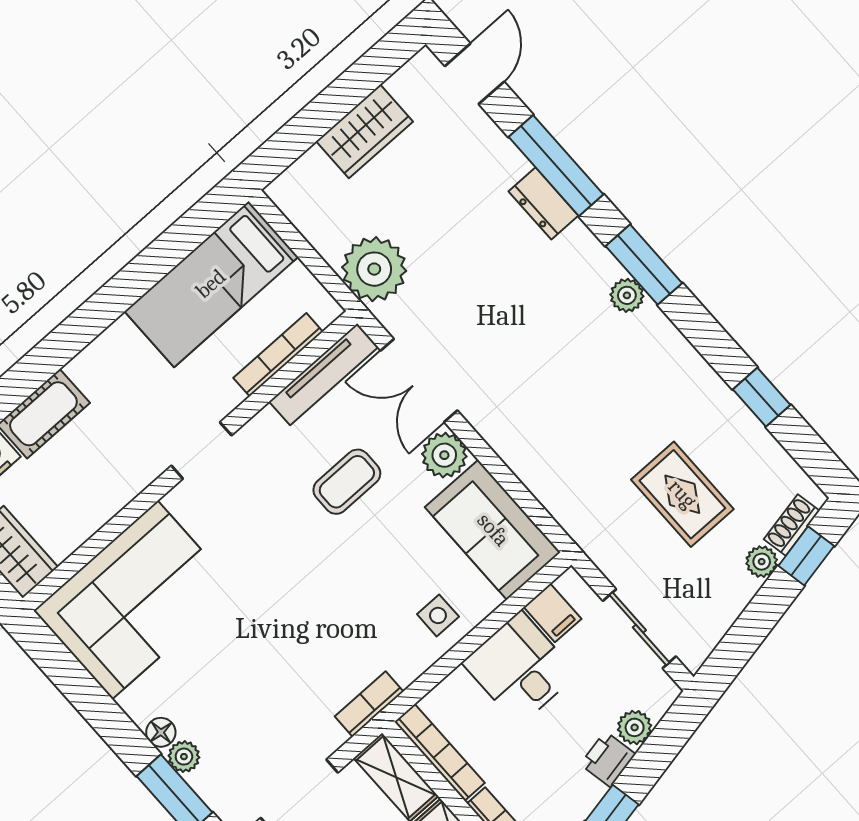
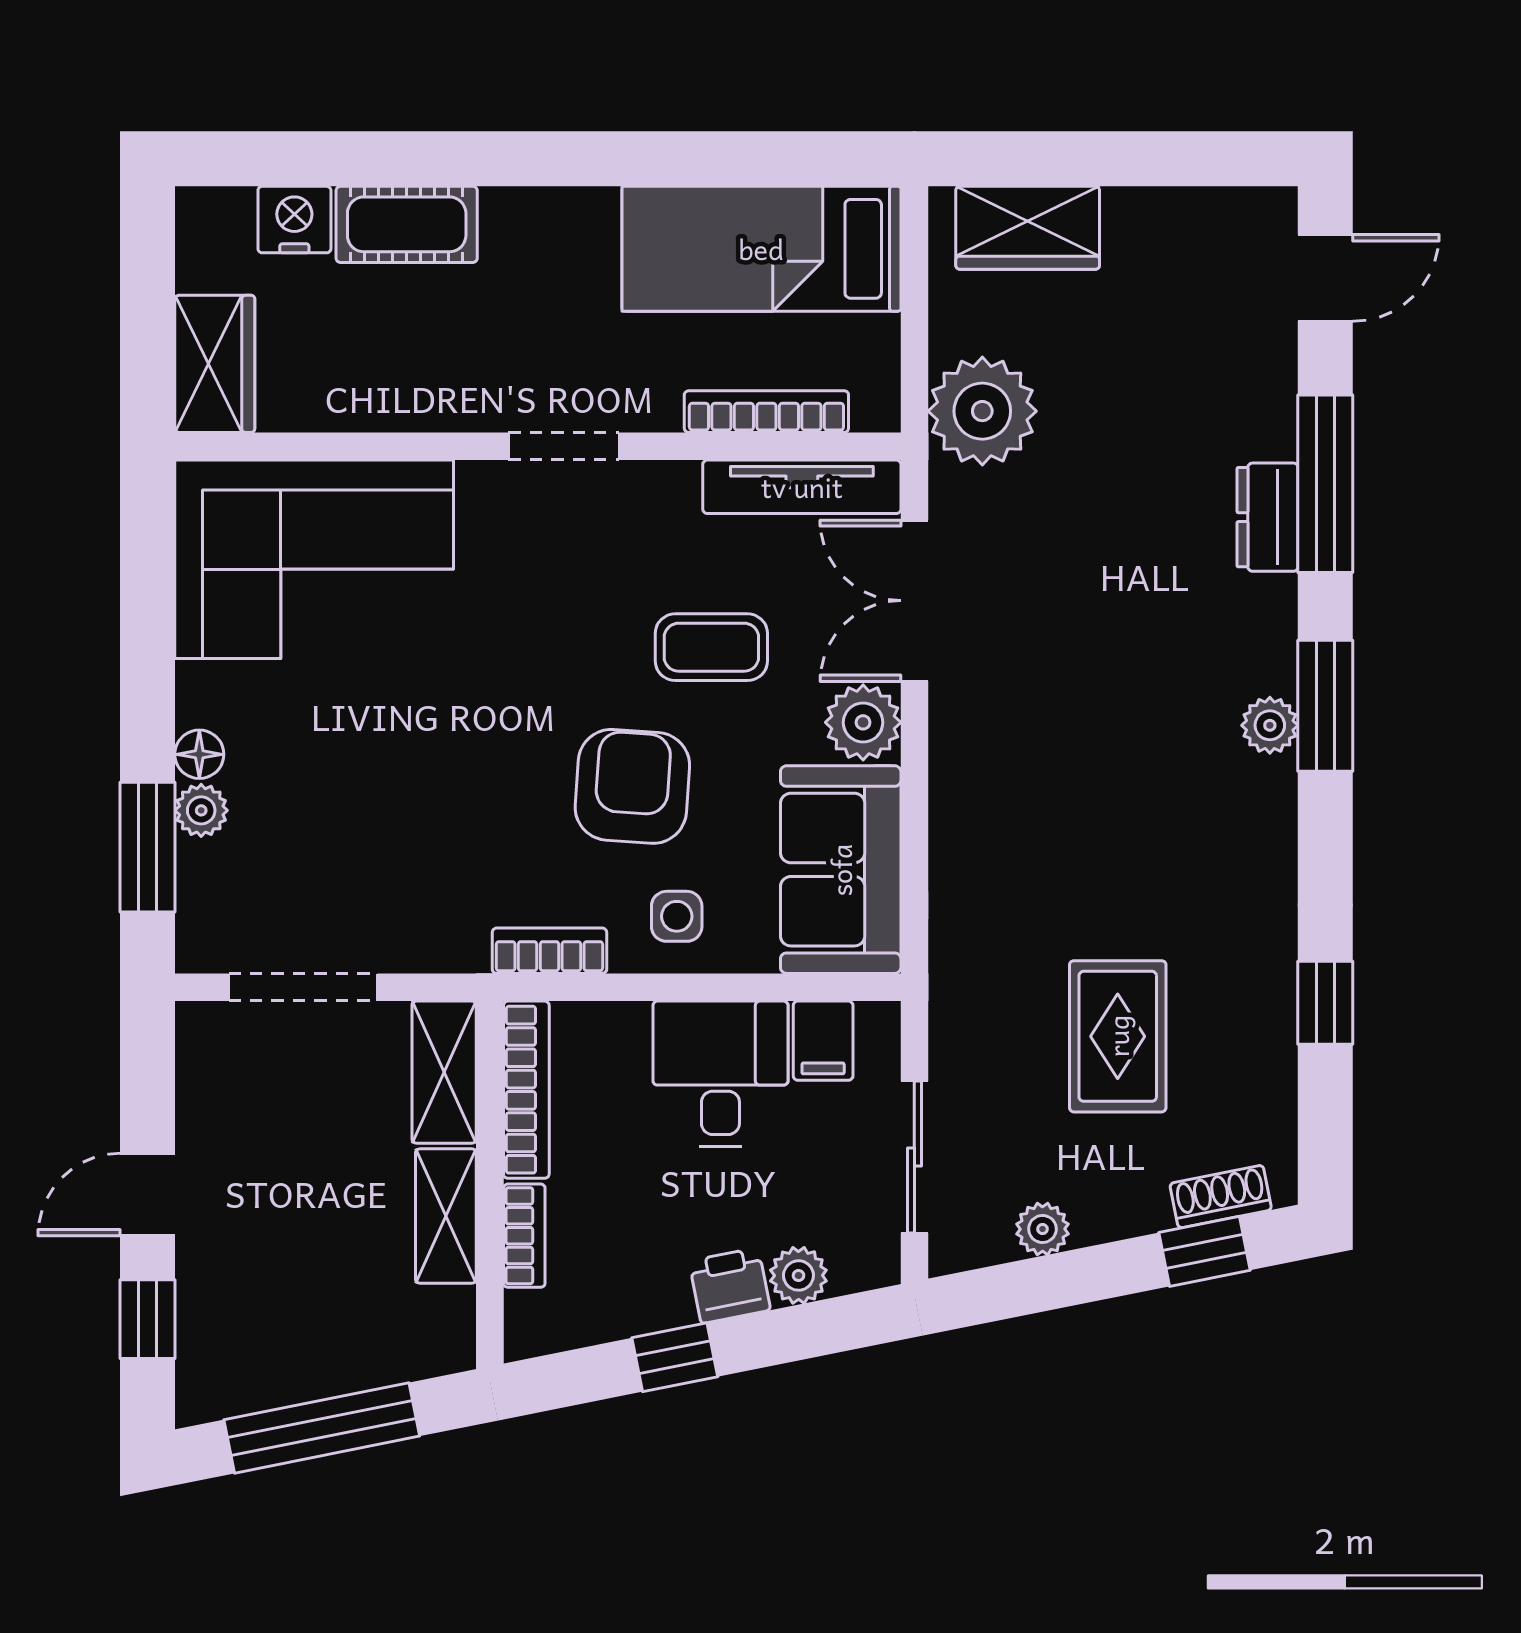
wardrobe: (365, 131) -> (1028, 228), moved
plant: (762, 562) -> (1042, 1229), moved
armchair: (367, 575) -> (632, 786), added
bookcase: (369, 704) -> (549, 951), moved

